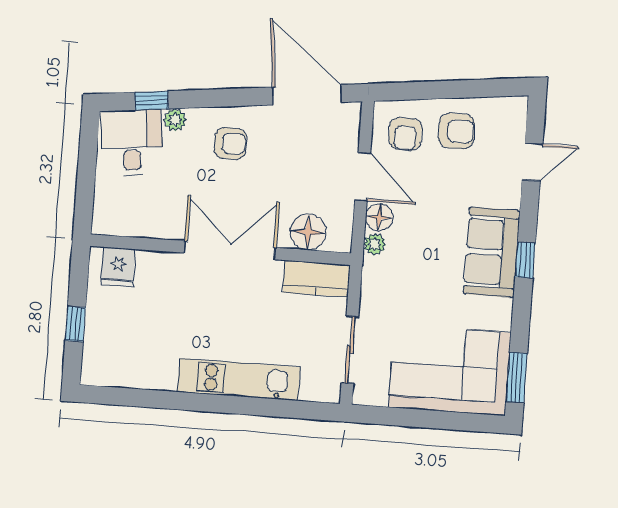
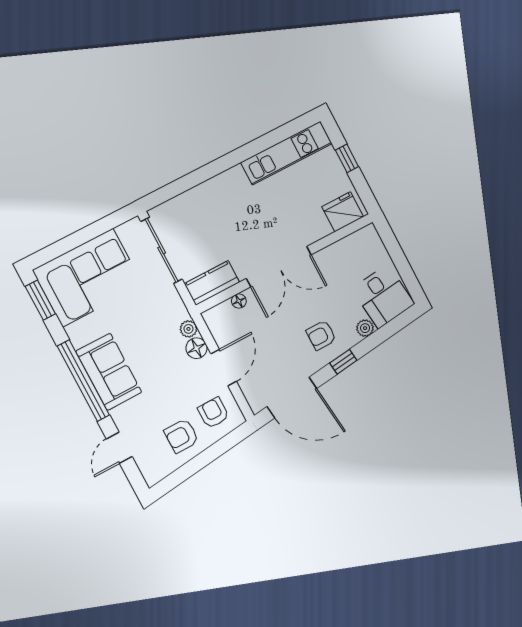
window: (151, 101) -> (343, 362), moved
door: (363, 177) -> (224, 368), swing flipped
floor lamp: (308, 232) -> (239, 301), width x0.53, depth x0.53
window: (525, 260) -> (83, 381), width x3.17
fridge: (118, 267) -> (343, 212), width x1.38
sliding door: (350, 350) -> (162, 250), width x1.37
kitchen unit: (239, 379) -> (286, 153), moved

